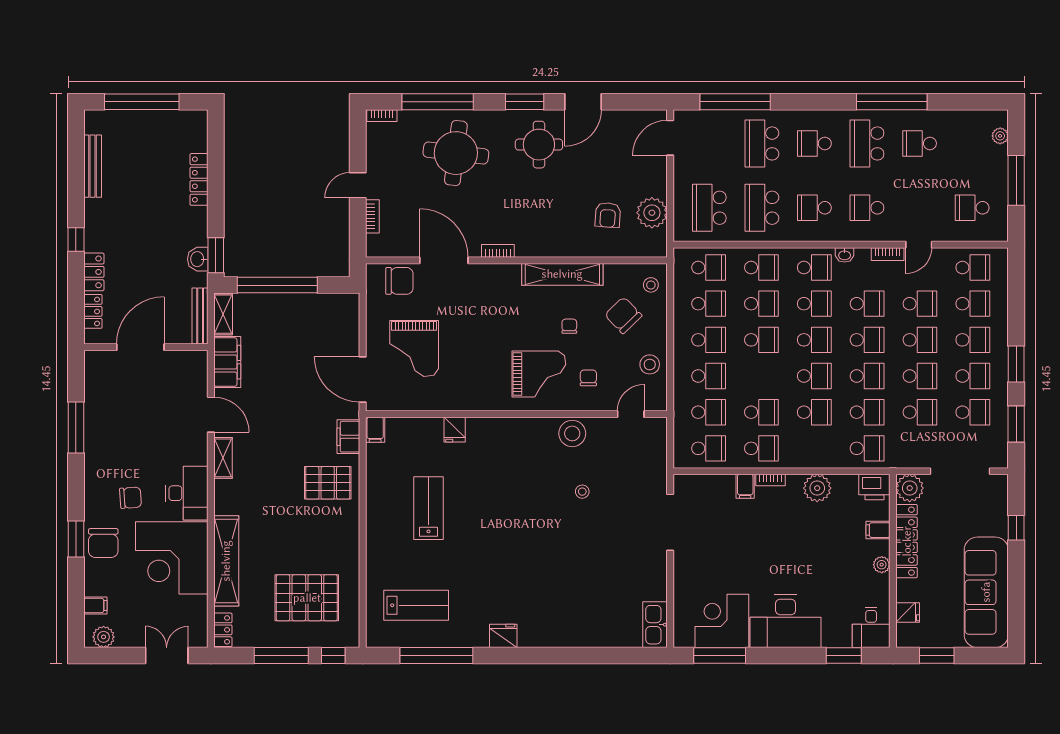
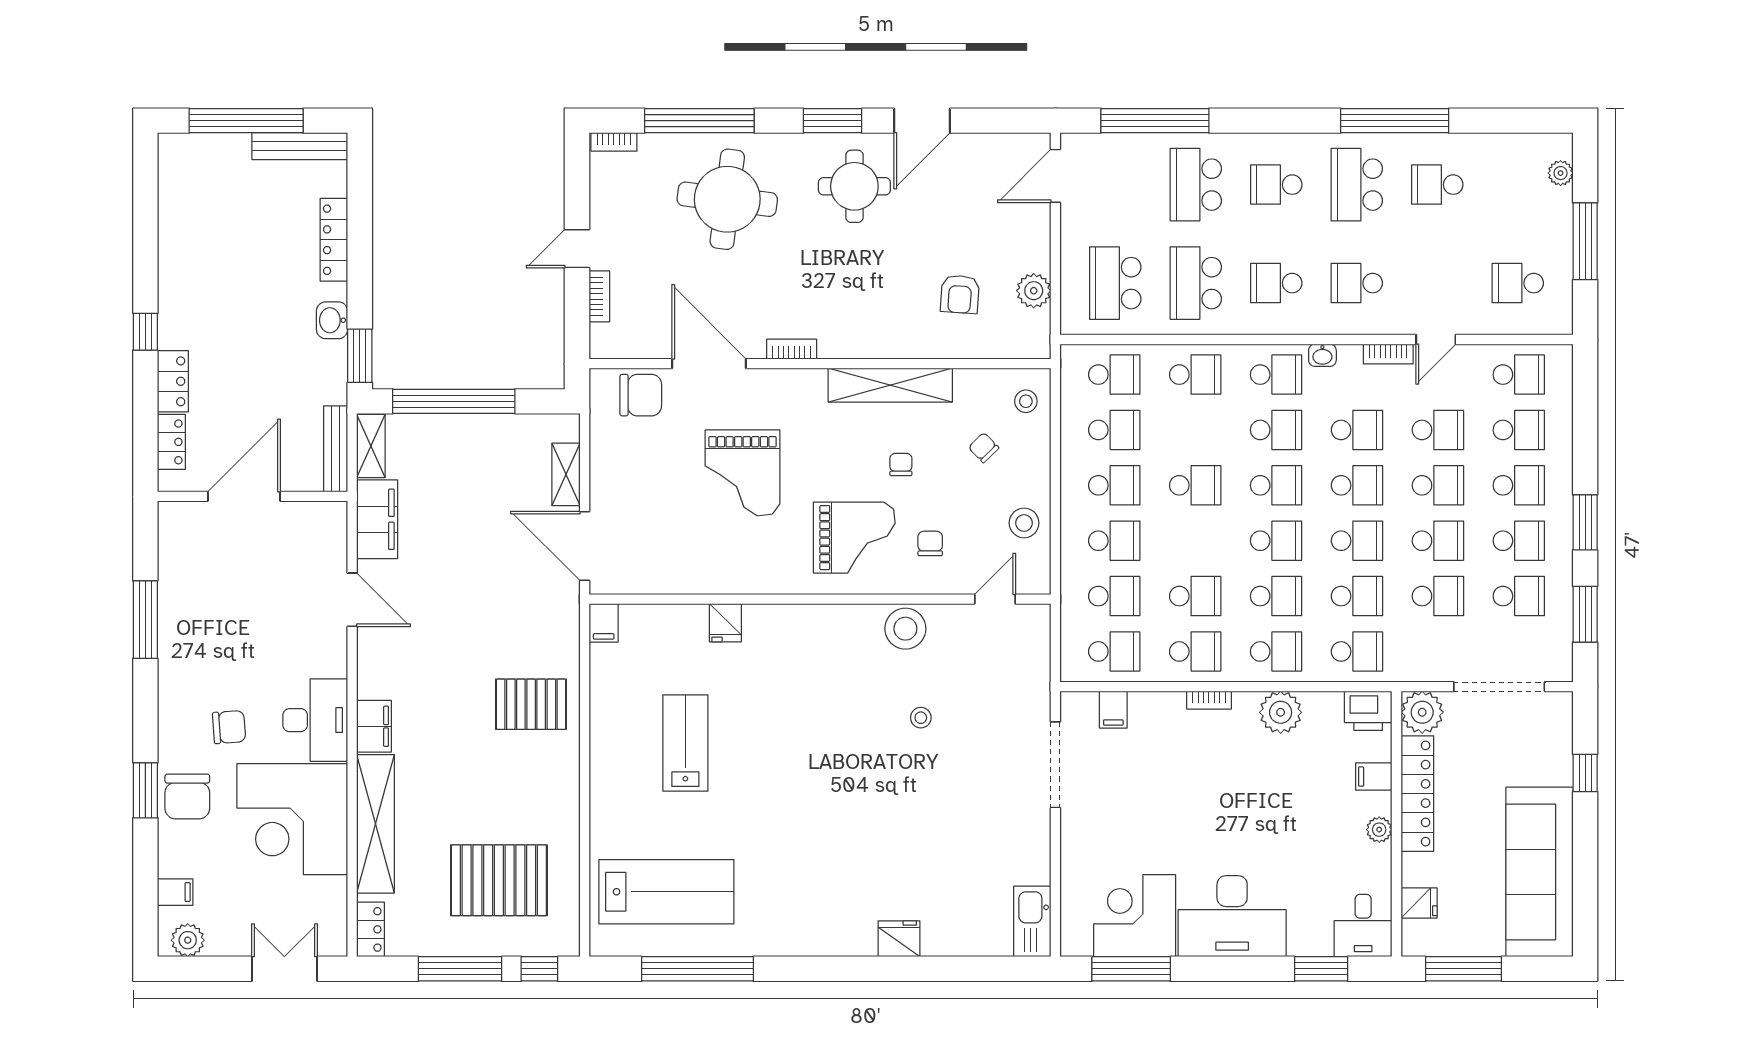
bench: (93, 166) -> (300, 146), moved, turned 90
plant: (652, 213) -> (1034, 291), width x0.73, depth x0.73
washbasin: (198, 259) -> (332, 320), moved
school desk: (761, 304) -> (1276, 651), moved
chair: (623, 315) -> (984, 448), width x0.54, depth x0.54
grand piano: (414, 348) -> (742, 473), moved
filing cabinet: (348, 437) -> (374, 726), moved, turned 180
shelving: (223, 458) -> (566, 474), moved
filing cabinet: (745, 486) -> (1113, 710), moved
lab bench: (416, 605) -> (666, 892), width x1.36, depth x1.39
fridge: (503, 636) -> (899, 939), moved
window: (937, 656) -> (1464, 969), width x1.44

